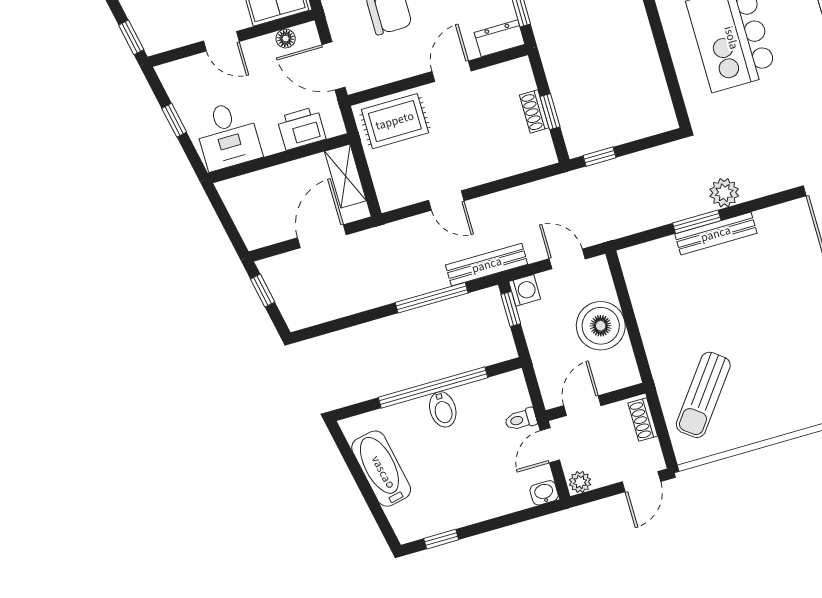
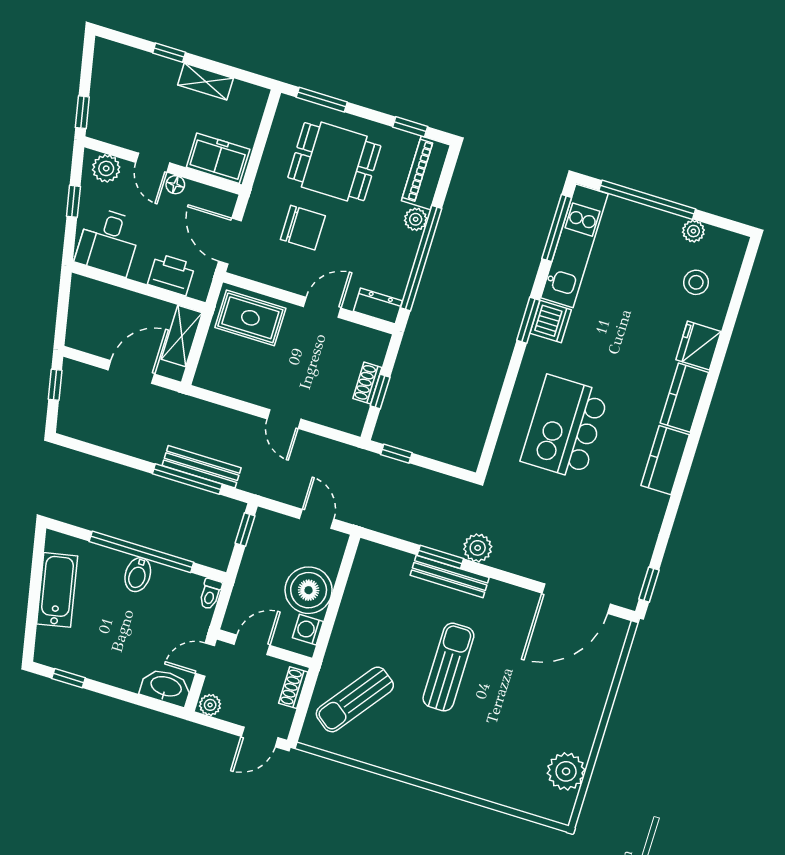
floor lamp: (286, 39) -> (175, 185), moved
plant: (184, 73) -> (106, 168), added
door: (446, 201) -> (284, 419), moved
bench: (487, 265) -> (202, 467), moved
washing machine: (525, 290) -> (308, 630), moved, turned 180
sun lounger: (766, 313) -> (448, 667), added
toilet: (521, 419) -> (210, 594), moved, turned -90
washbasin: (544, 493) -> (166, 687), width x1.91, depth x1.45

